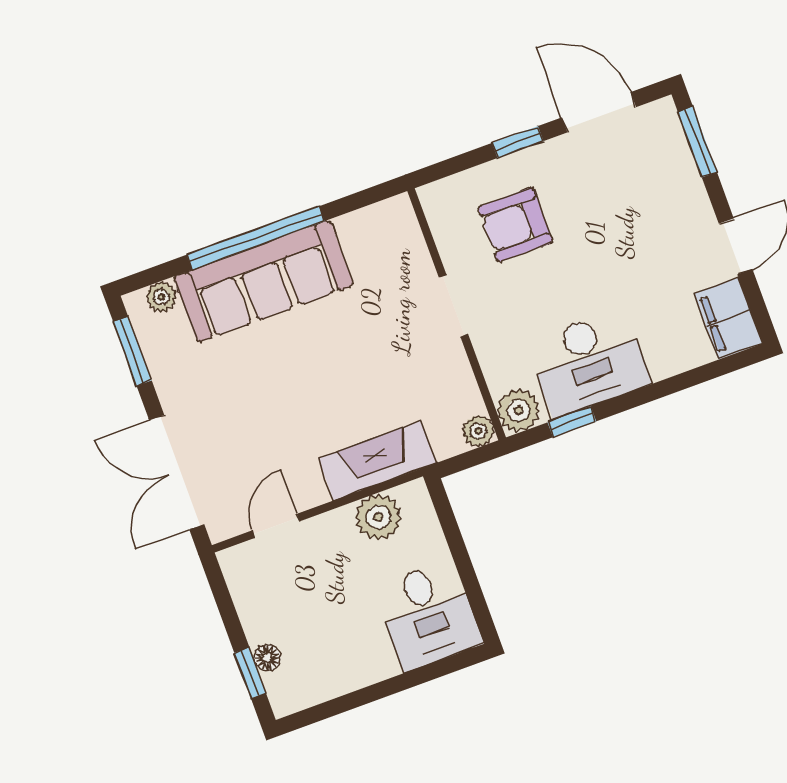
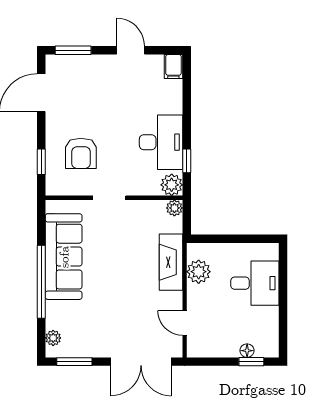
window: (518, 142) -> (41, 162), moved
sofa: (263, 281) -> (64, 257), moved
filing cabinet: (729, 319) -> (173, 67), width x0.50
desk: (428, 615) -> (255, 283), moved

